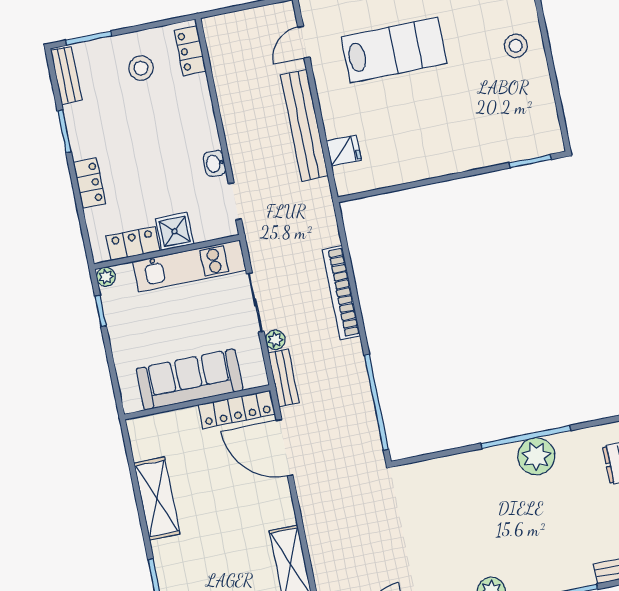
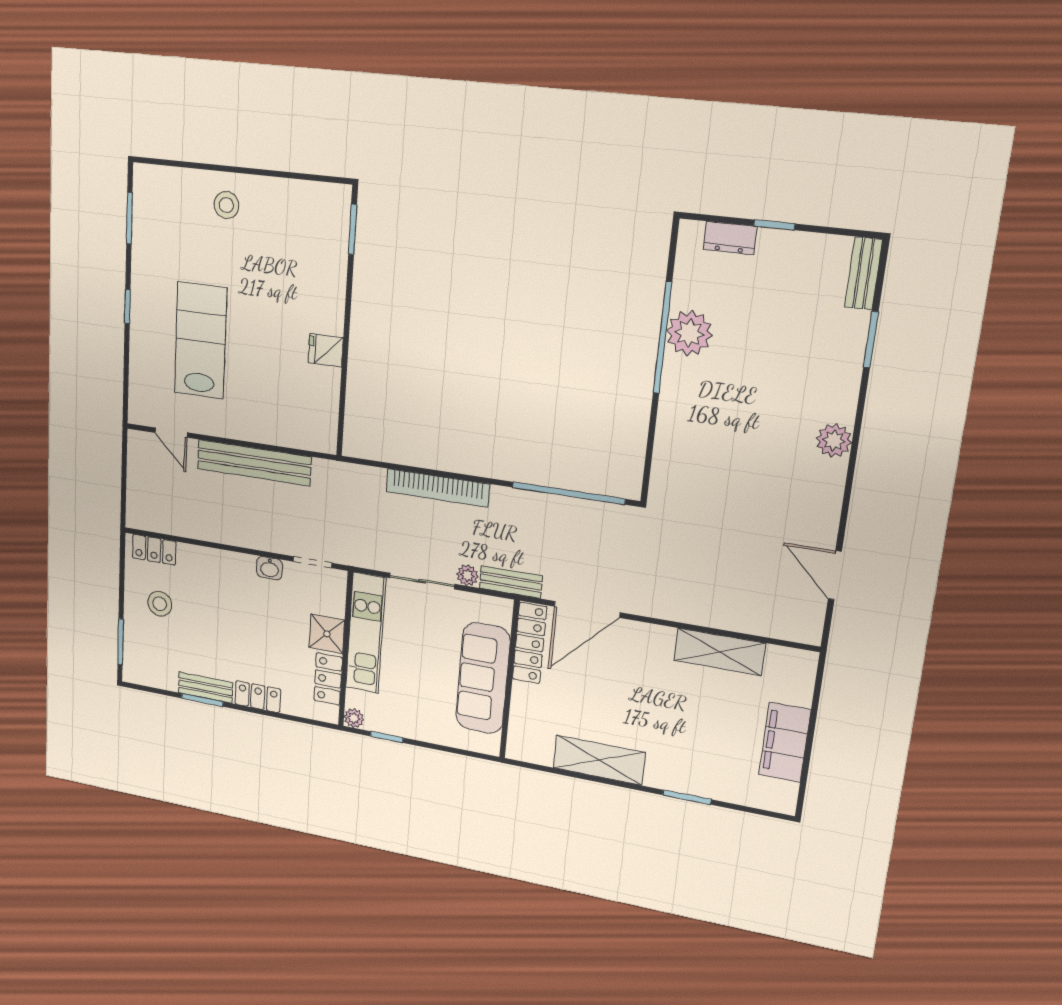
bench: (66, 75) -> (205, 688), moved
fridge: (344, 151) -> (326, 350), moved, turned -90

